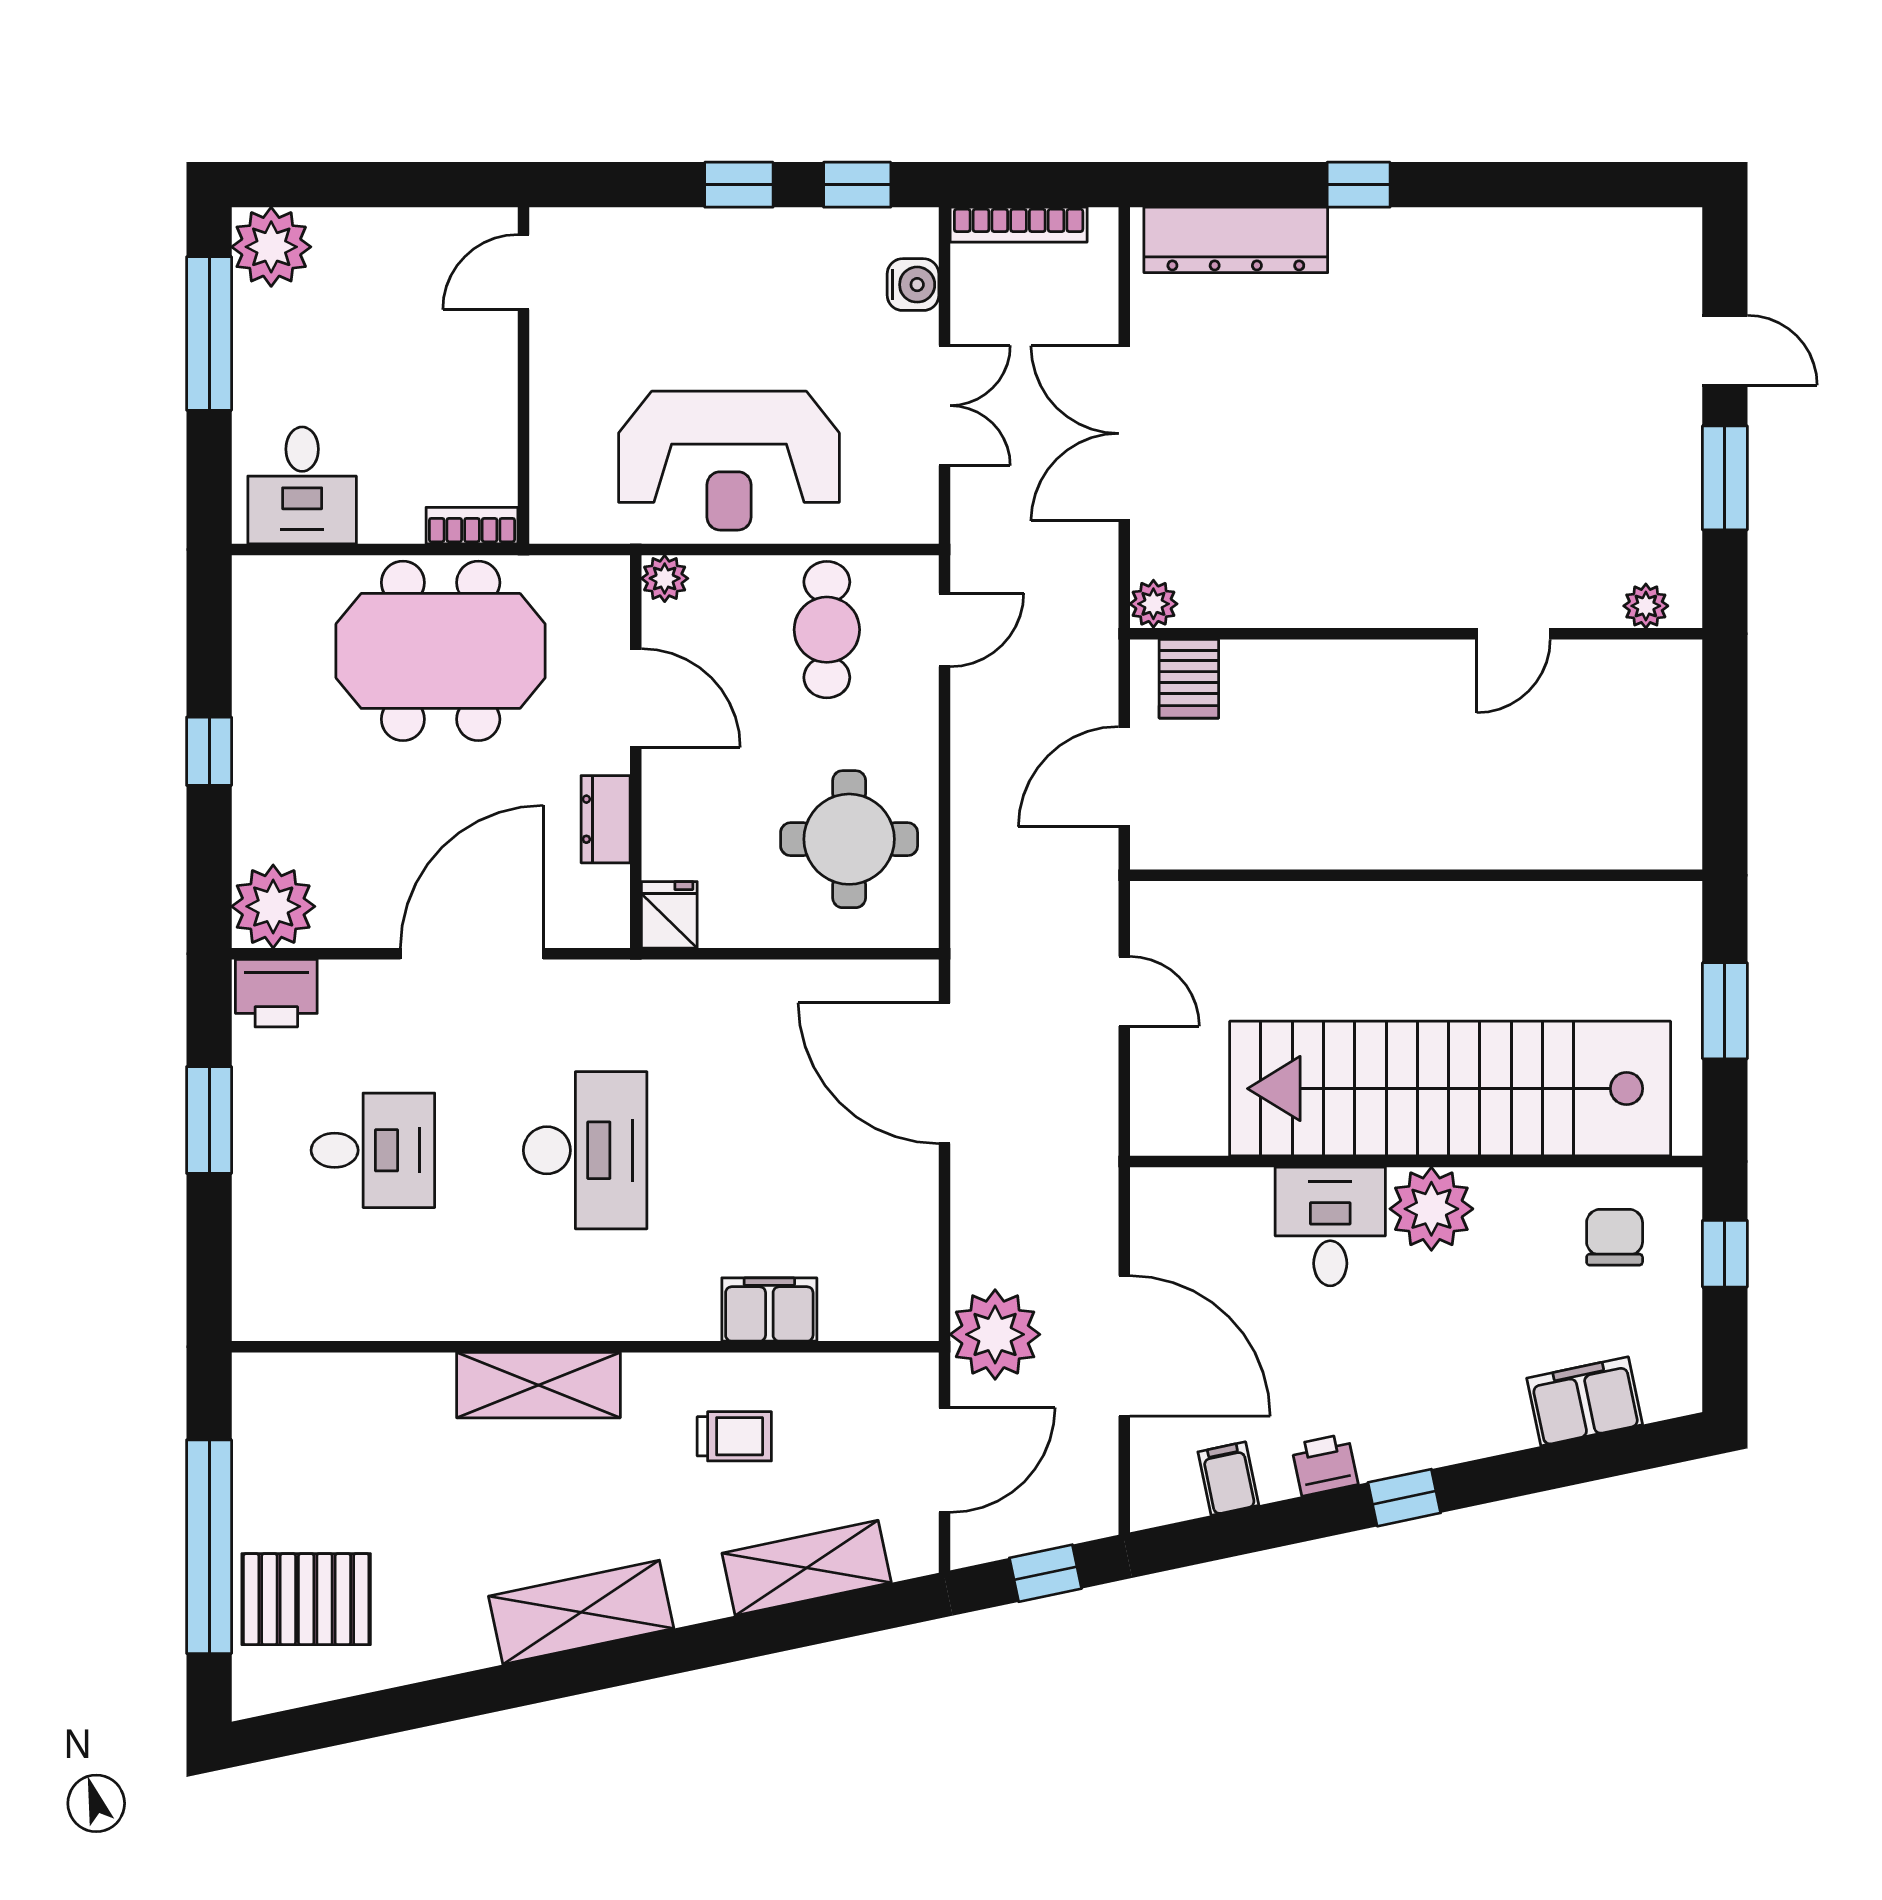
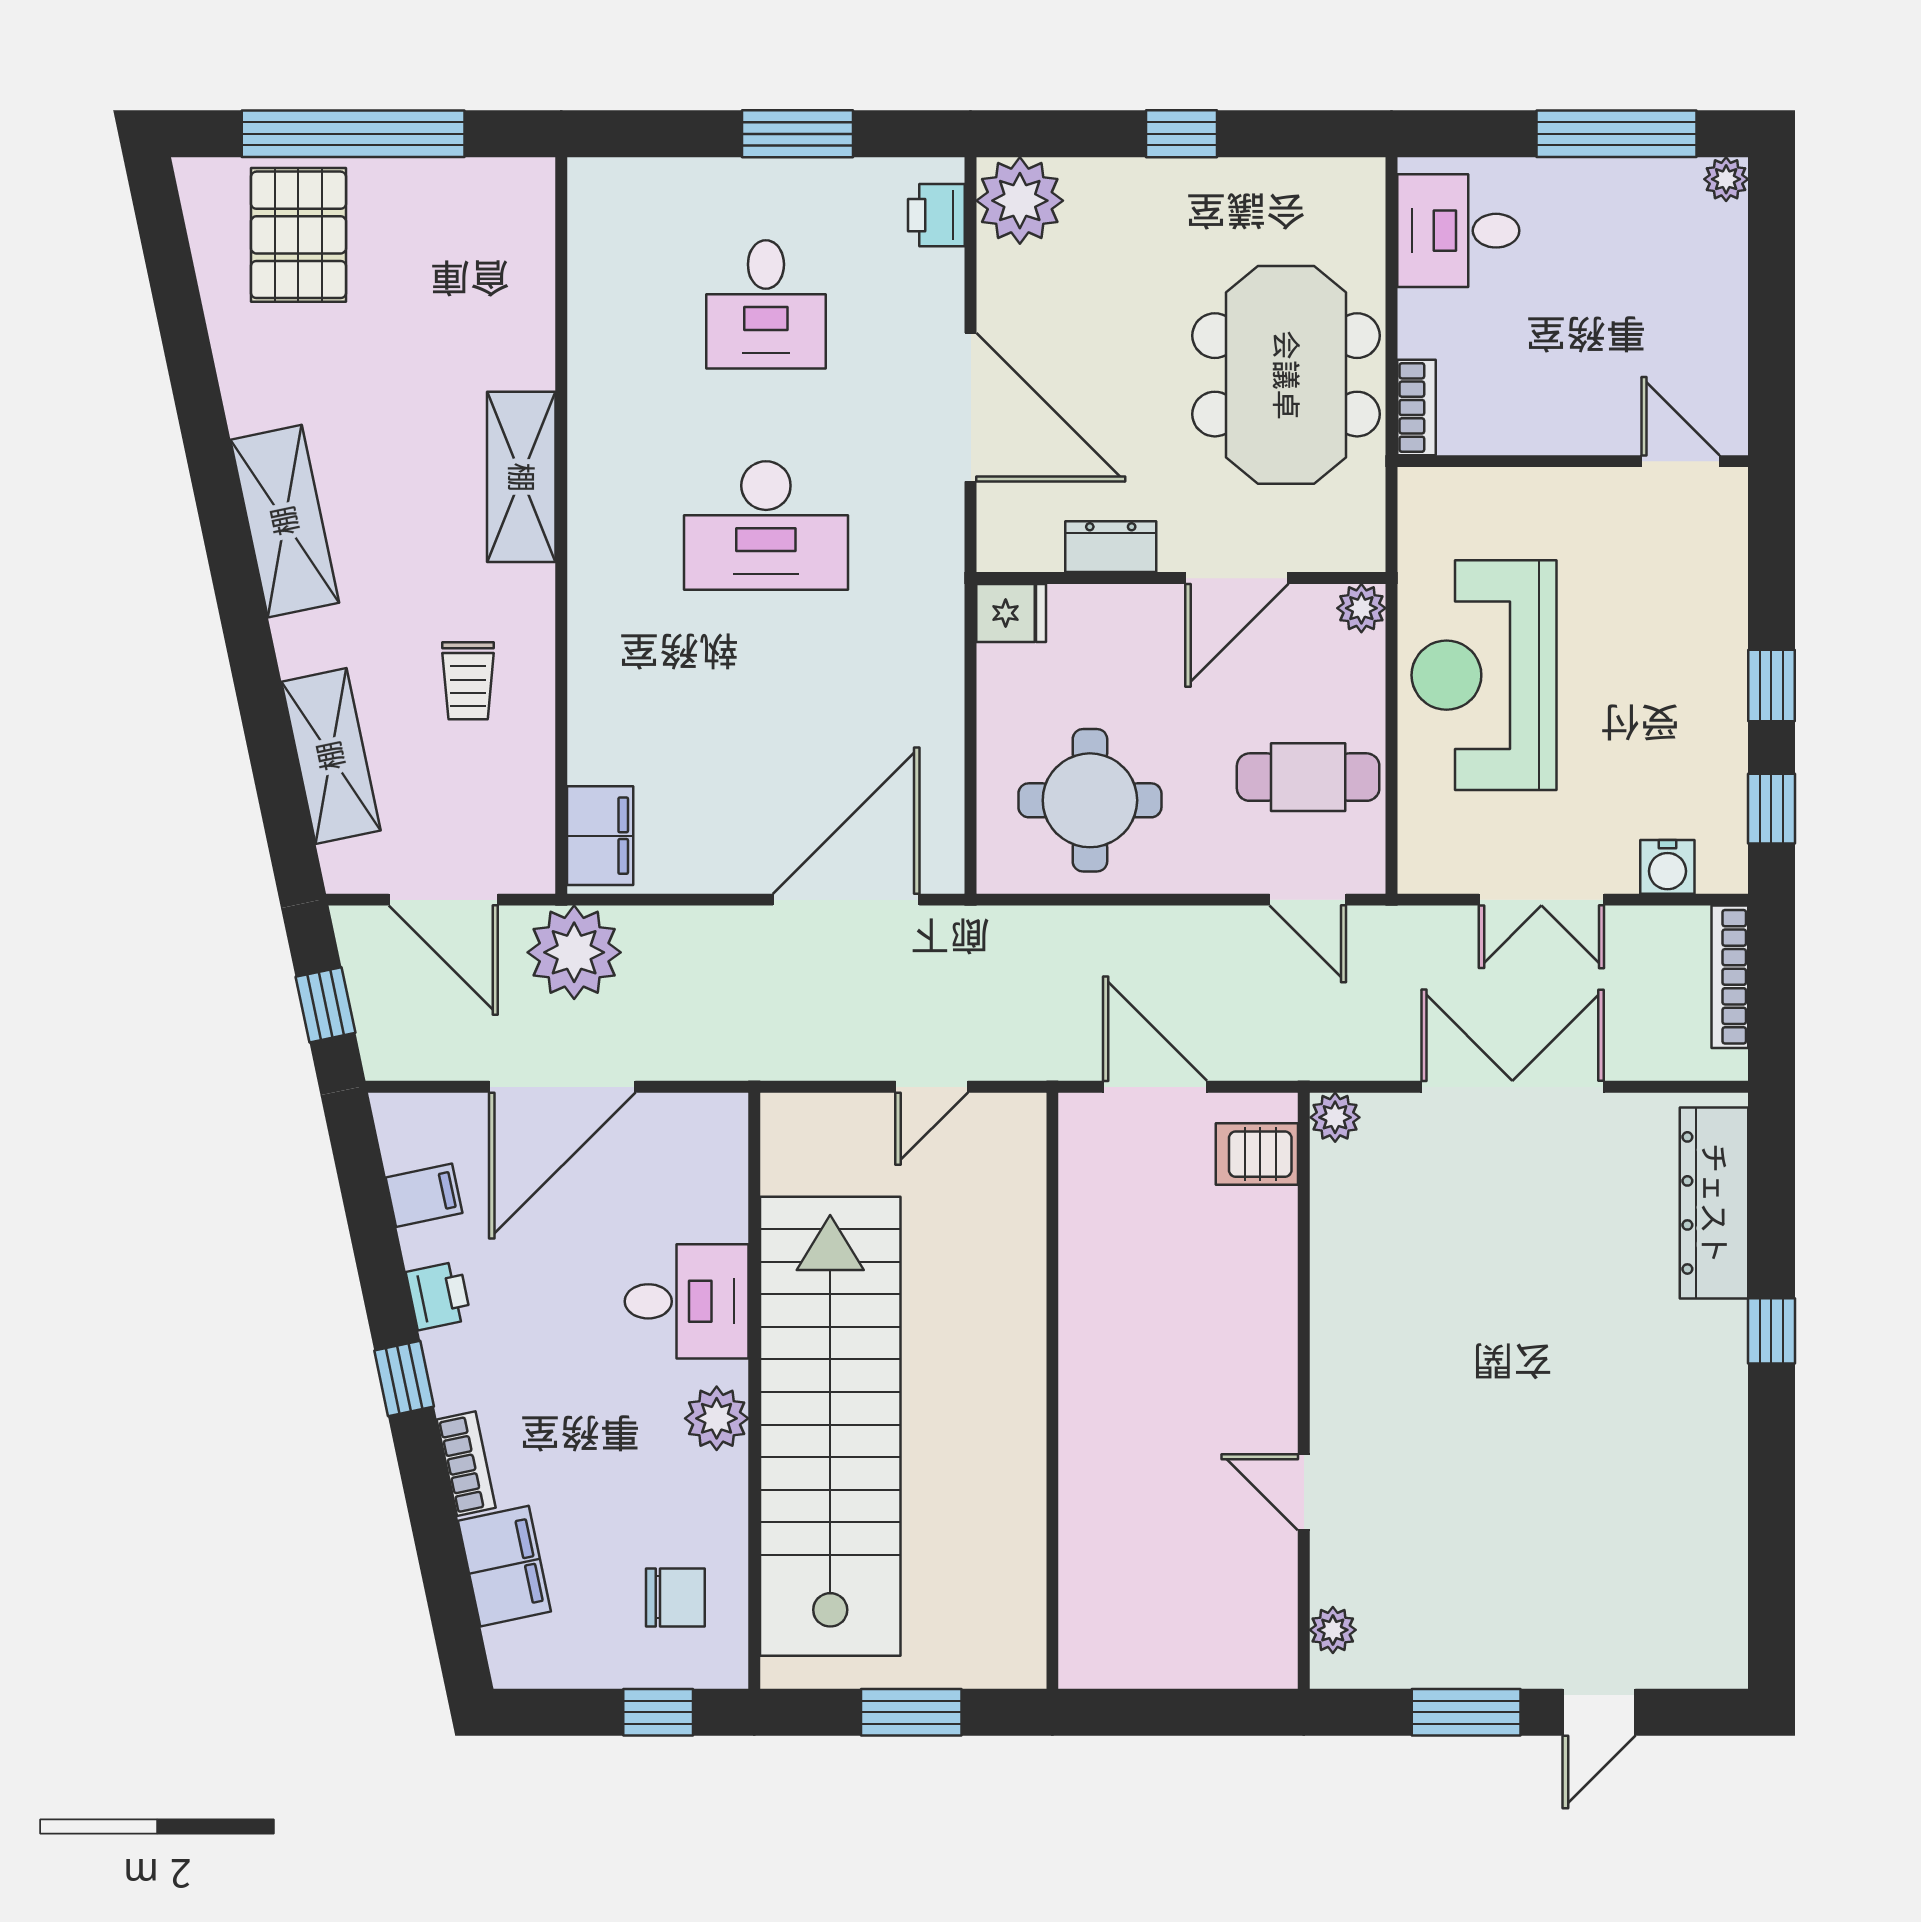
plant: (271, 247) -> (1726, 179), width x0.53, depth x0.53
printer: (276, 993) -> (936, 215), width x0.73, depth x0.81
plant: (1431, 1209) -> (717, 1418), width x0.73, depth x0.73
filing cabinet: (769, 1309) -> (600, 836), moved
bookcase: (1486, 1438) -> (466, 1464), added

